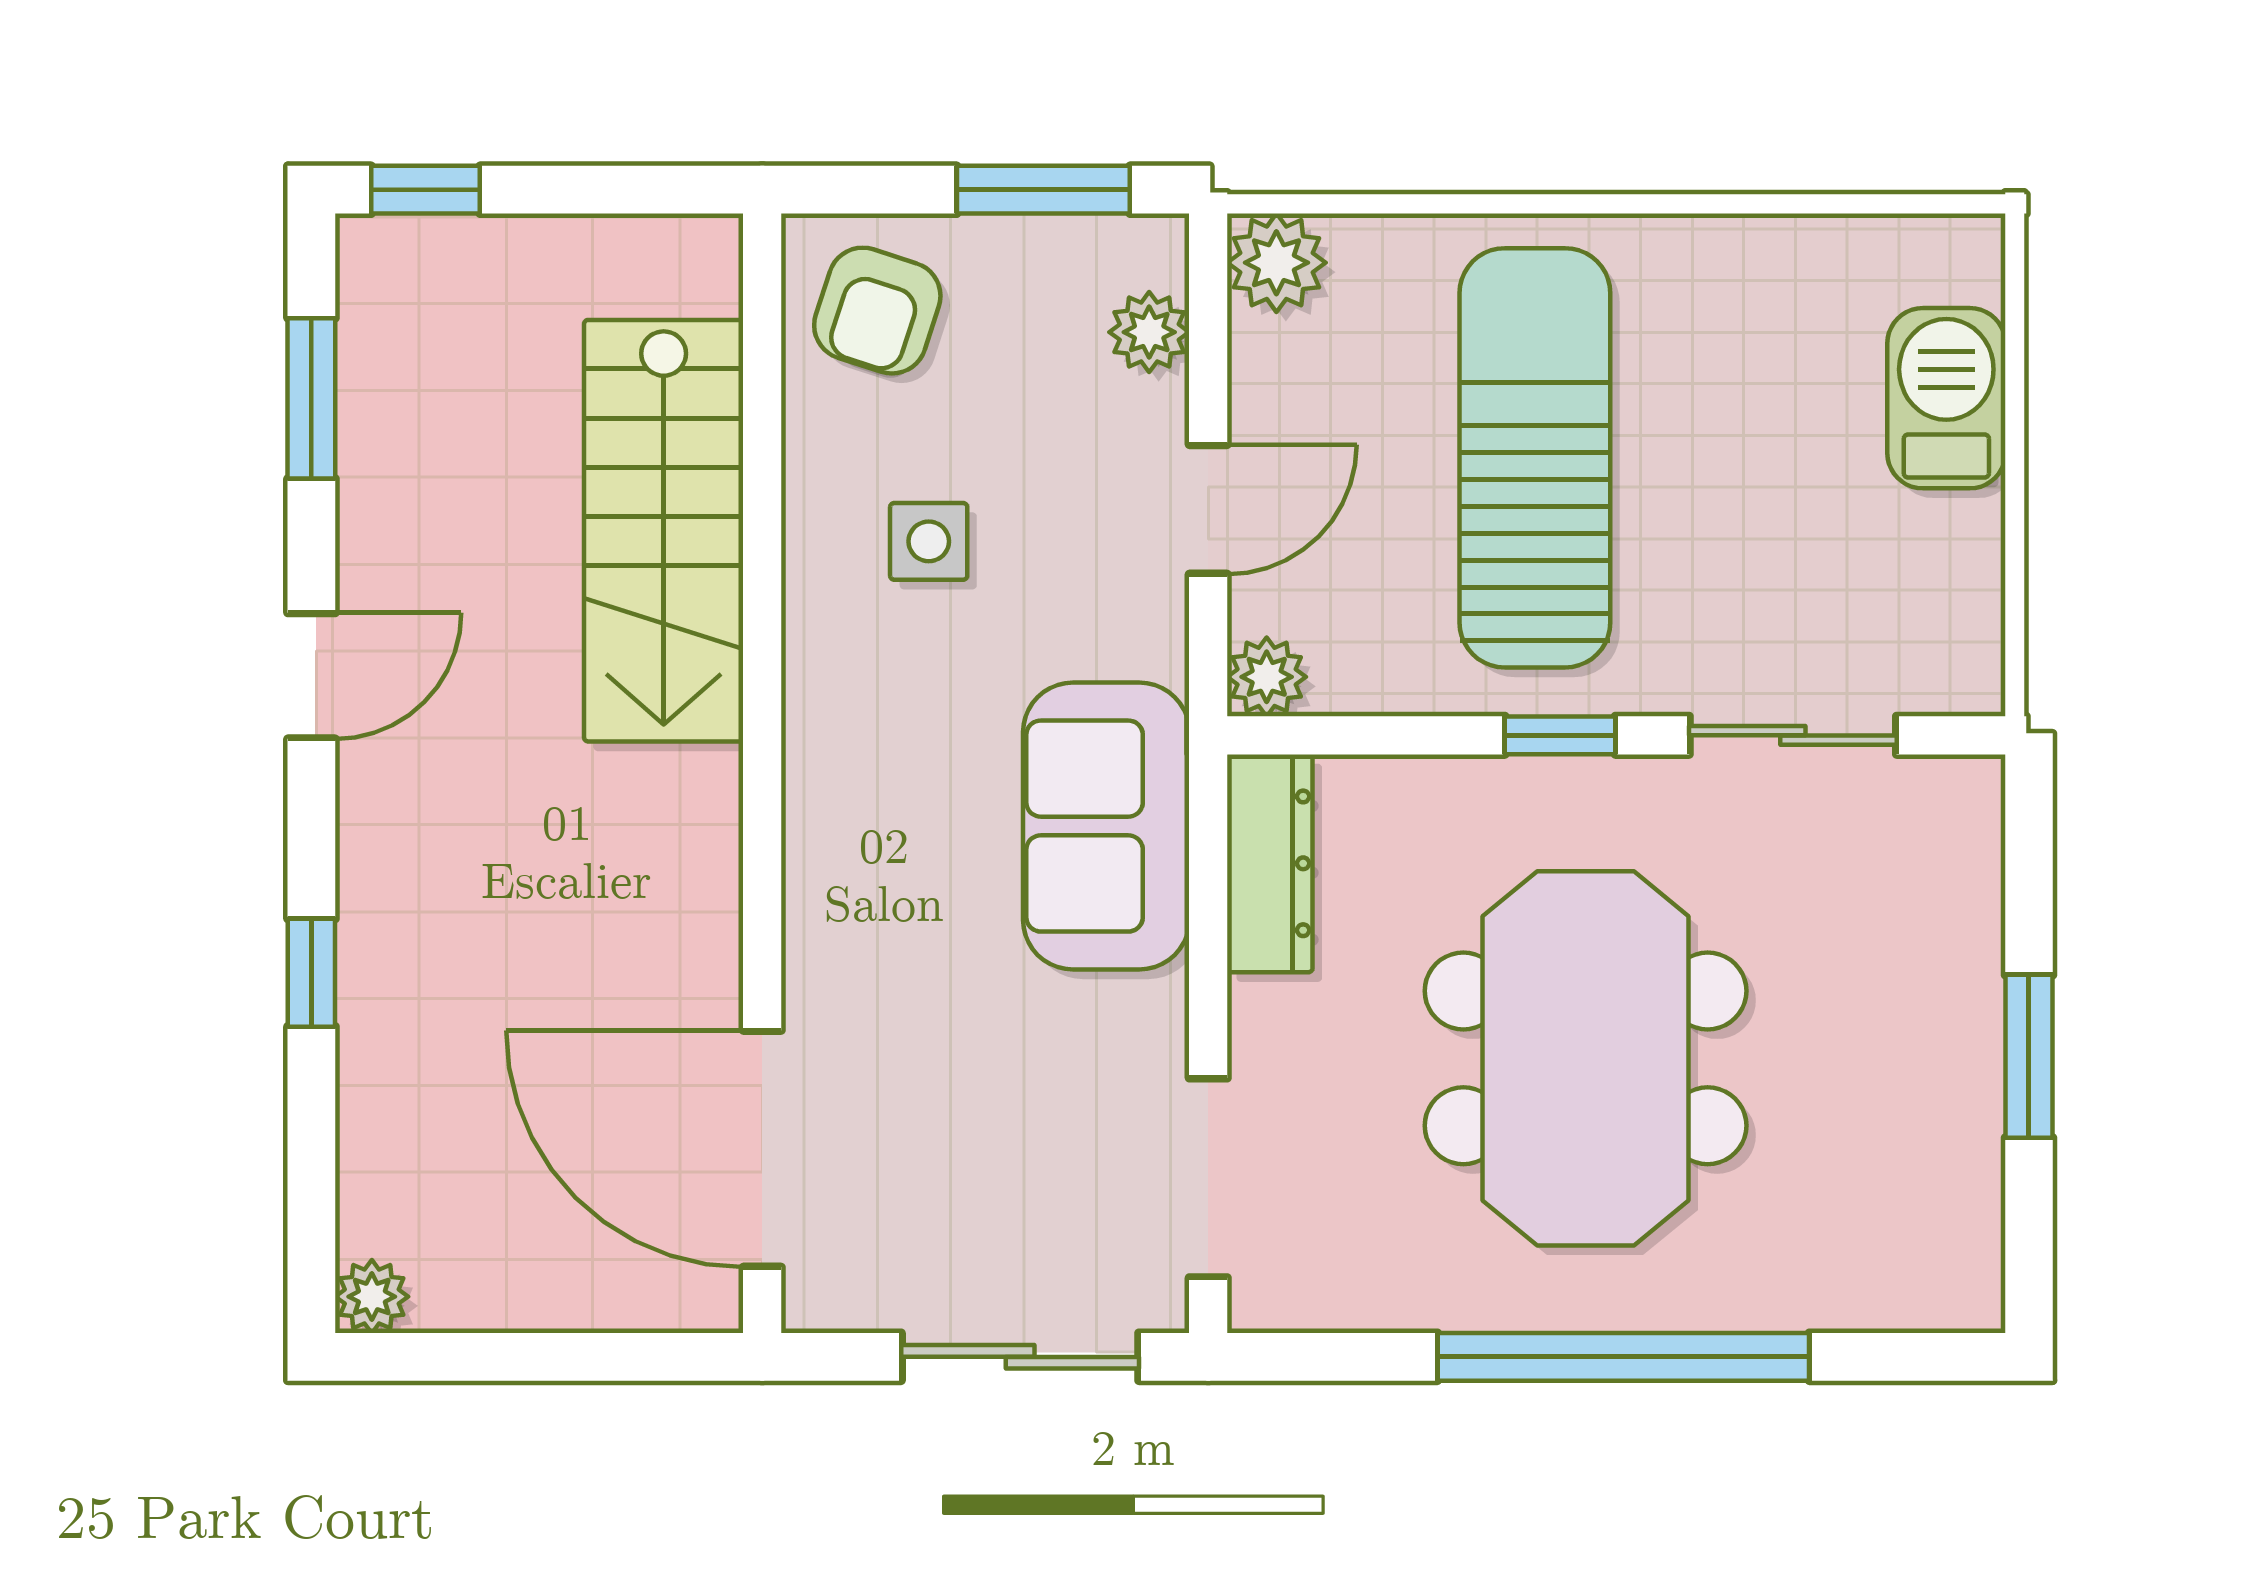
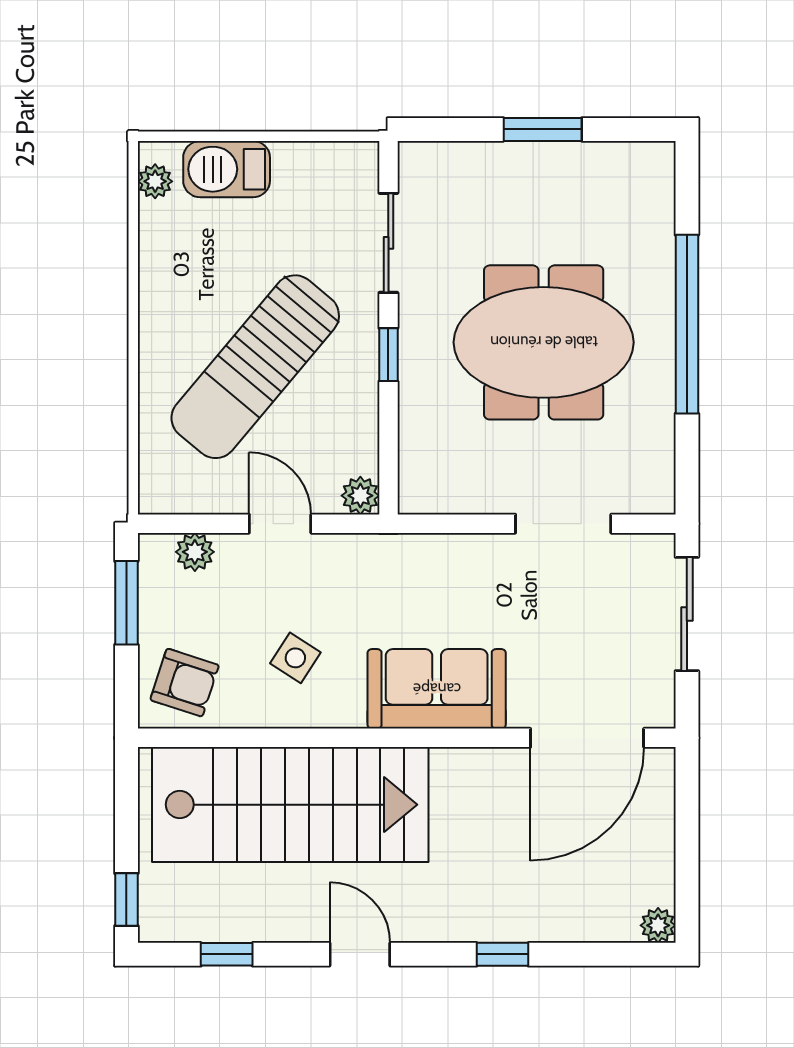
plant: (1276, 263) -> (155, 181), moved, width x0.73, depth x0.73
window: (311, 398) -> (227, 954), width x0.67
sun lounger: (1535, 458) -> (255, 367), turned -50
stairs: (664, 531) -> (290, 805), width x1.36, depth x1.51
side table: (929, 541) -> (295, 658), turned 33
sofa: (1106, 826) -> (437, 689), moved, turned 180
dresser: (1270, 863) -> (450, 494), removed
doorway: (1208, 1178) -> (563, 524), moved

